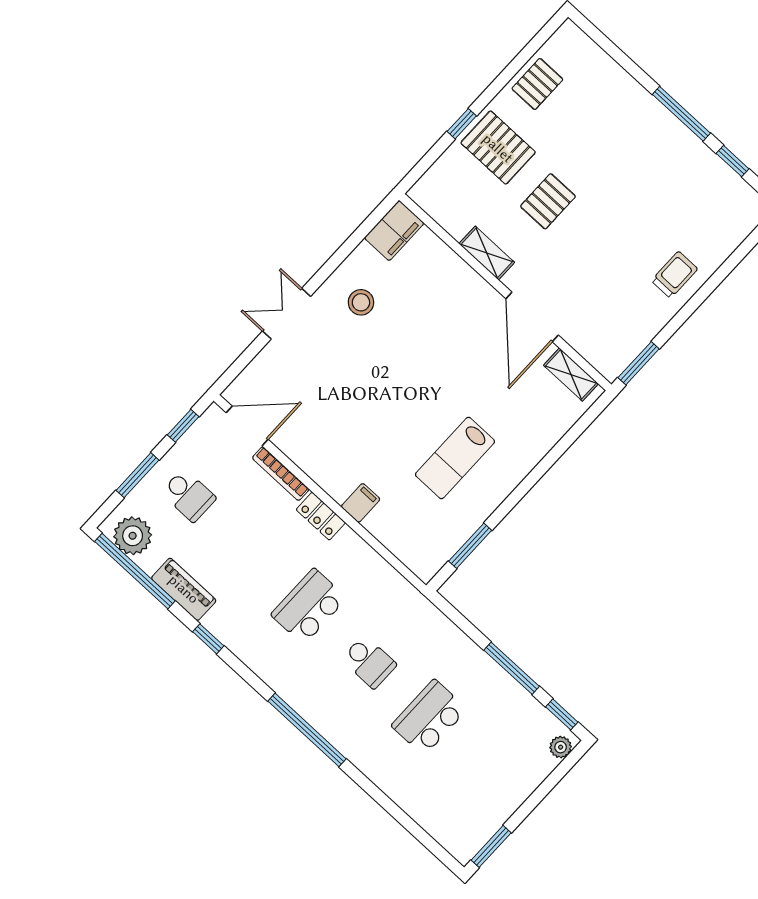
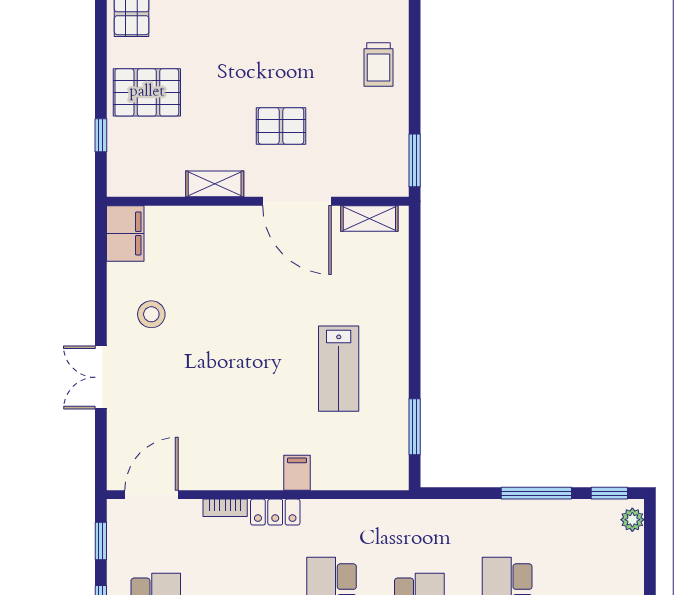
window: (462, 124) -> (101, 135), moved
pallet: (548, 201) -> (281, 126), moved, turned 90
trolley: (675, 275) -> (379, 64), turned 180
bookcase: (281, 474) -> (225, 508), width x0.64

